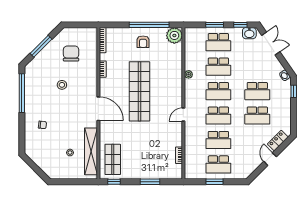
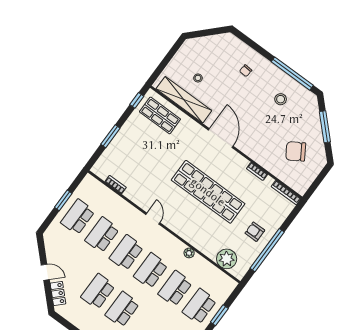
plant: (174, 35) -> (227, 259), moved
chair: (71, 54) -> (296, 151), turned 148
stool: (62, 85) -> (281, 99), moved
door: (98, 109) -> (221, 138), swing flipped

